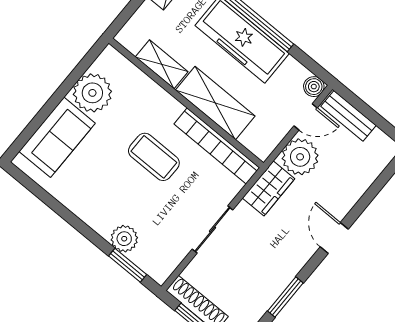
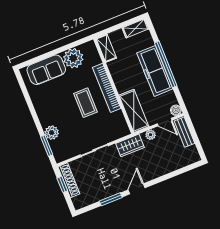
shelving: (162, 64) -> (106, 48), moved
shelving: (215, 103) -> (134, 111), moved
bookcase: (217, 146) -> (107, 88), moved
plant: (300, 157) -> (151, 135), width x0.53, depth x0.53
door: (334, 238) -> (137, 189), moved

